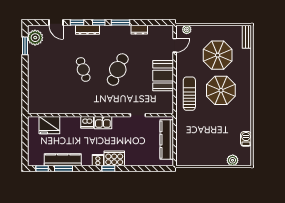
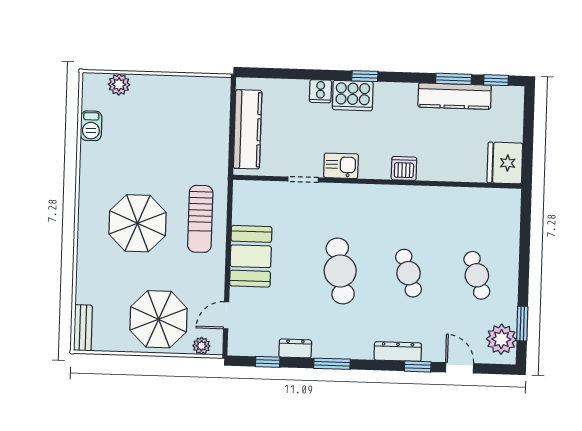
window: (99, 22) -> (268, 362), moved
parasol: (218, 55) -> (159, 319), moved
cafe table: (49, 70) -> (477, 275), added
cafe table: (118, 70) -> (340, 271), turned -33
kitchen sink: (103, 123) -> (341, 166), moved
fridge: (49, 125) -> (505, 163), moved, turned -90
cooker: (98, 160) -> (320, 91), moved

